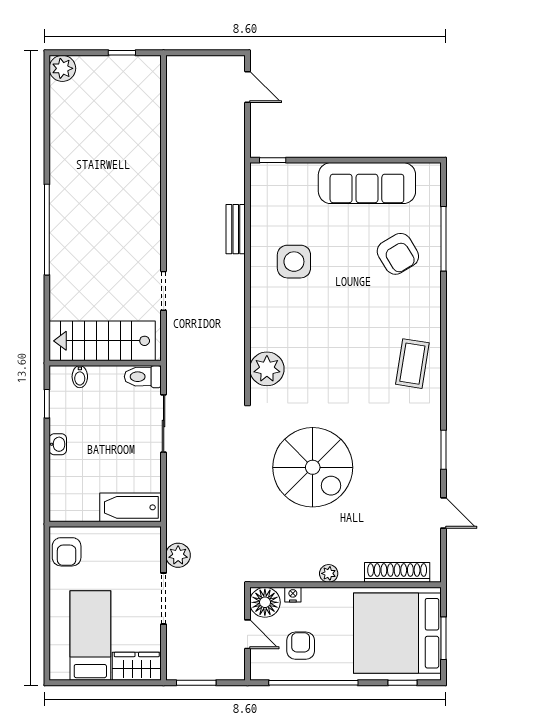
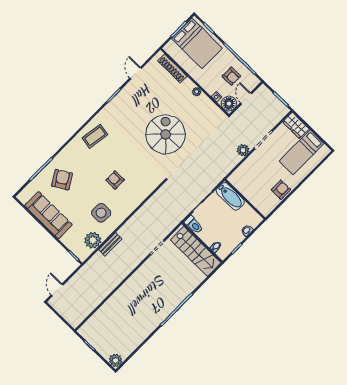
armchair: (321, 329) -> (115, 180), added
plant: (267, 369) -> (93, 240), moved
bathtub: (130, 507) -> (230, 196), moved
wall: (105, 524) -> (245, 199), moved
bed: (397, 633) -> (197, 43), width x0.73
armchair: (301, 646) -> (231, 76), turned -90

